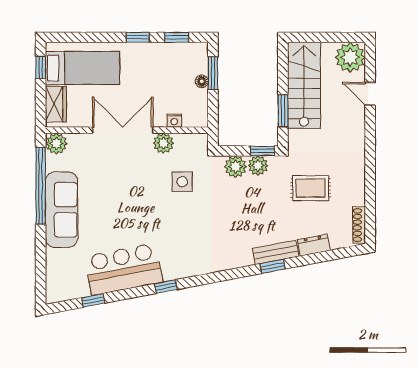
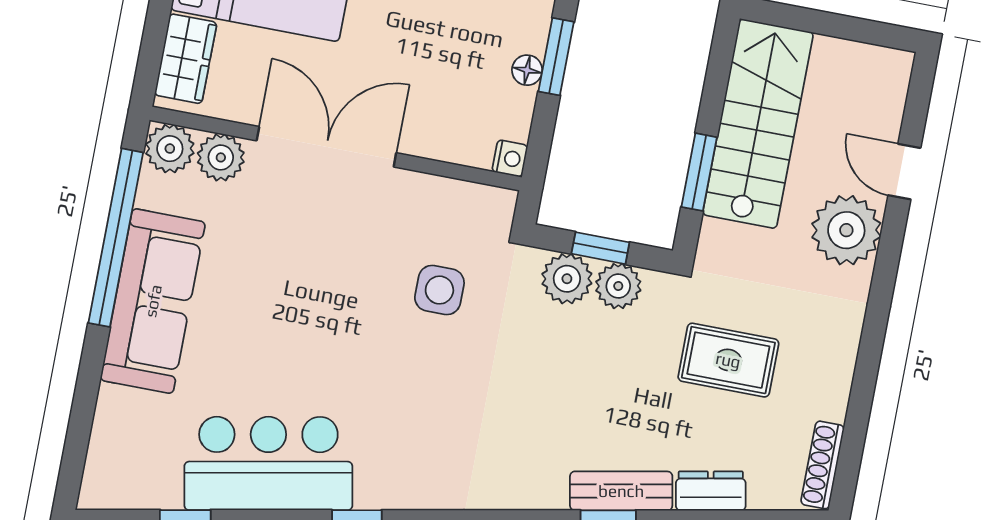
plant: (350, 57) -> (846, 230), moved
nightstand: (174, 121) -> (510, 158), moved, turned -90
plant: (164, 143) -> (221, 157), moved
window: (263, 151) -> (600, 248), moved

